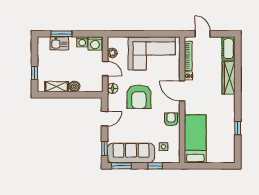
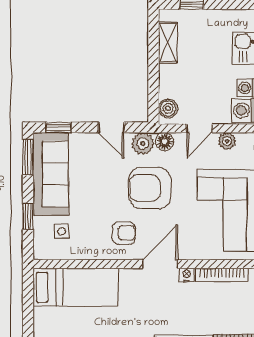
boiler: (74, 86) -> (168, 108), moved
plant: (114, 101) -> (143, 144), added
armchair: (171, 119) -> (124, 233), moved

